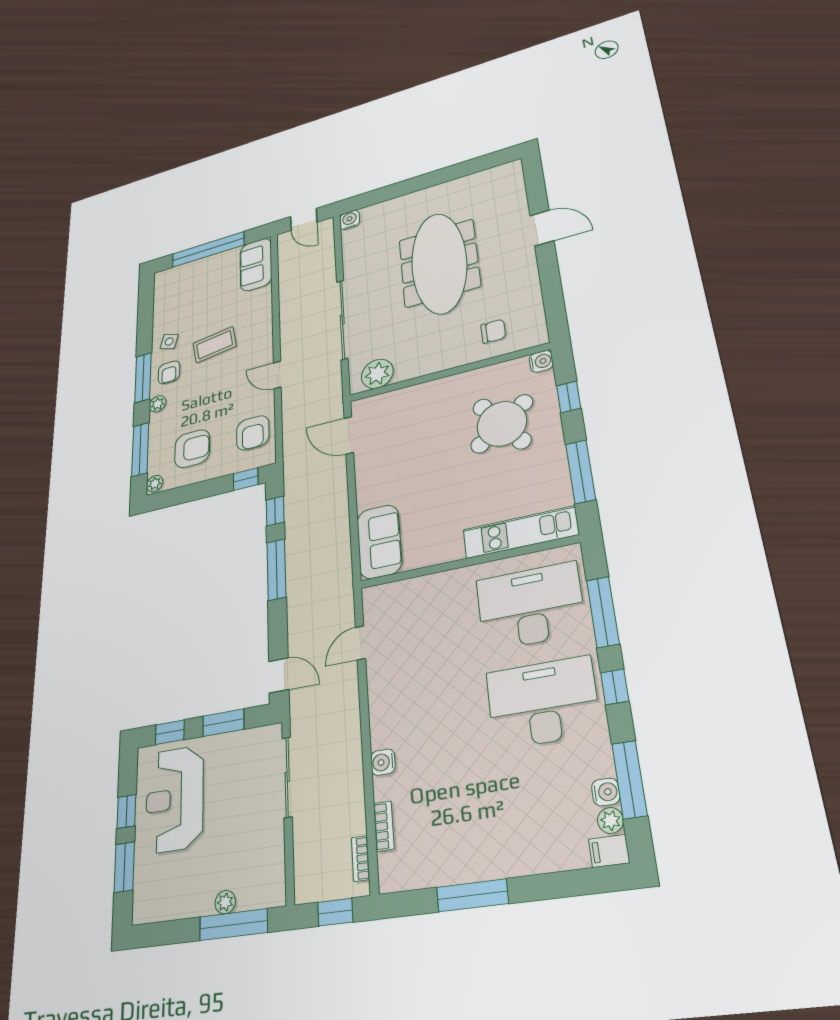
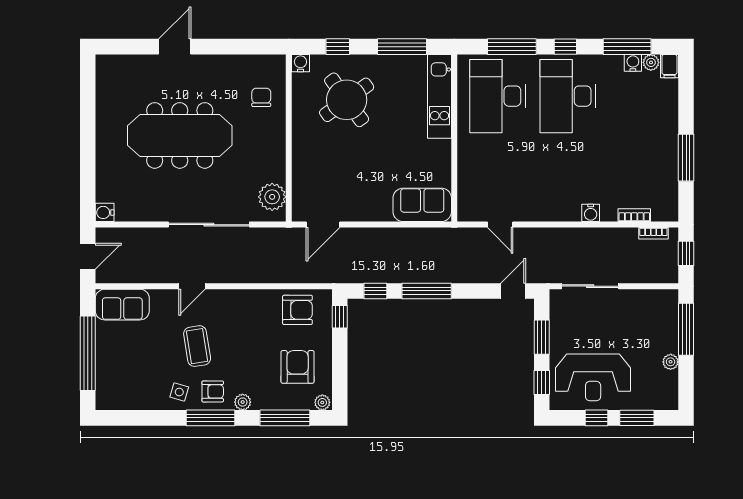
door: (277, 375) -> (192, 286), moved
plant: (225, 902) -> (671, 362), moved

